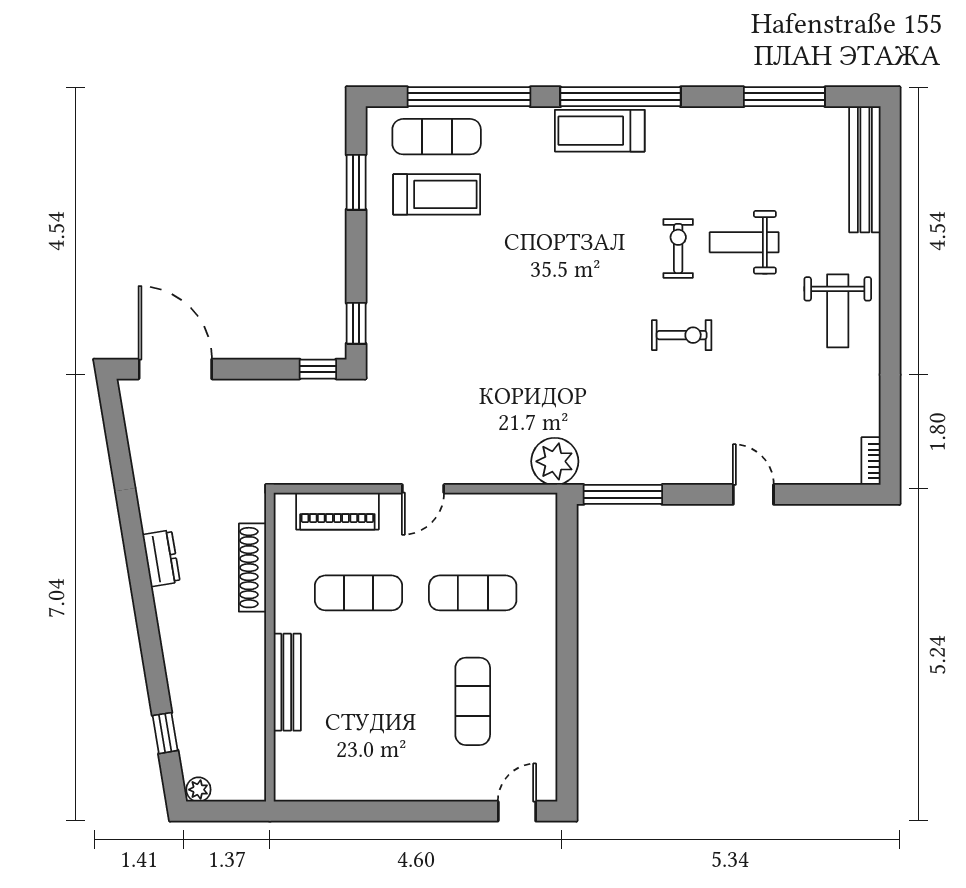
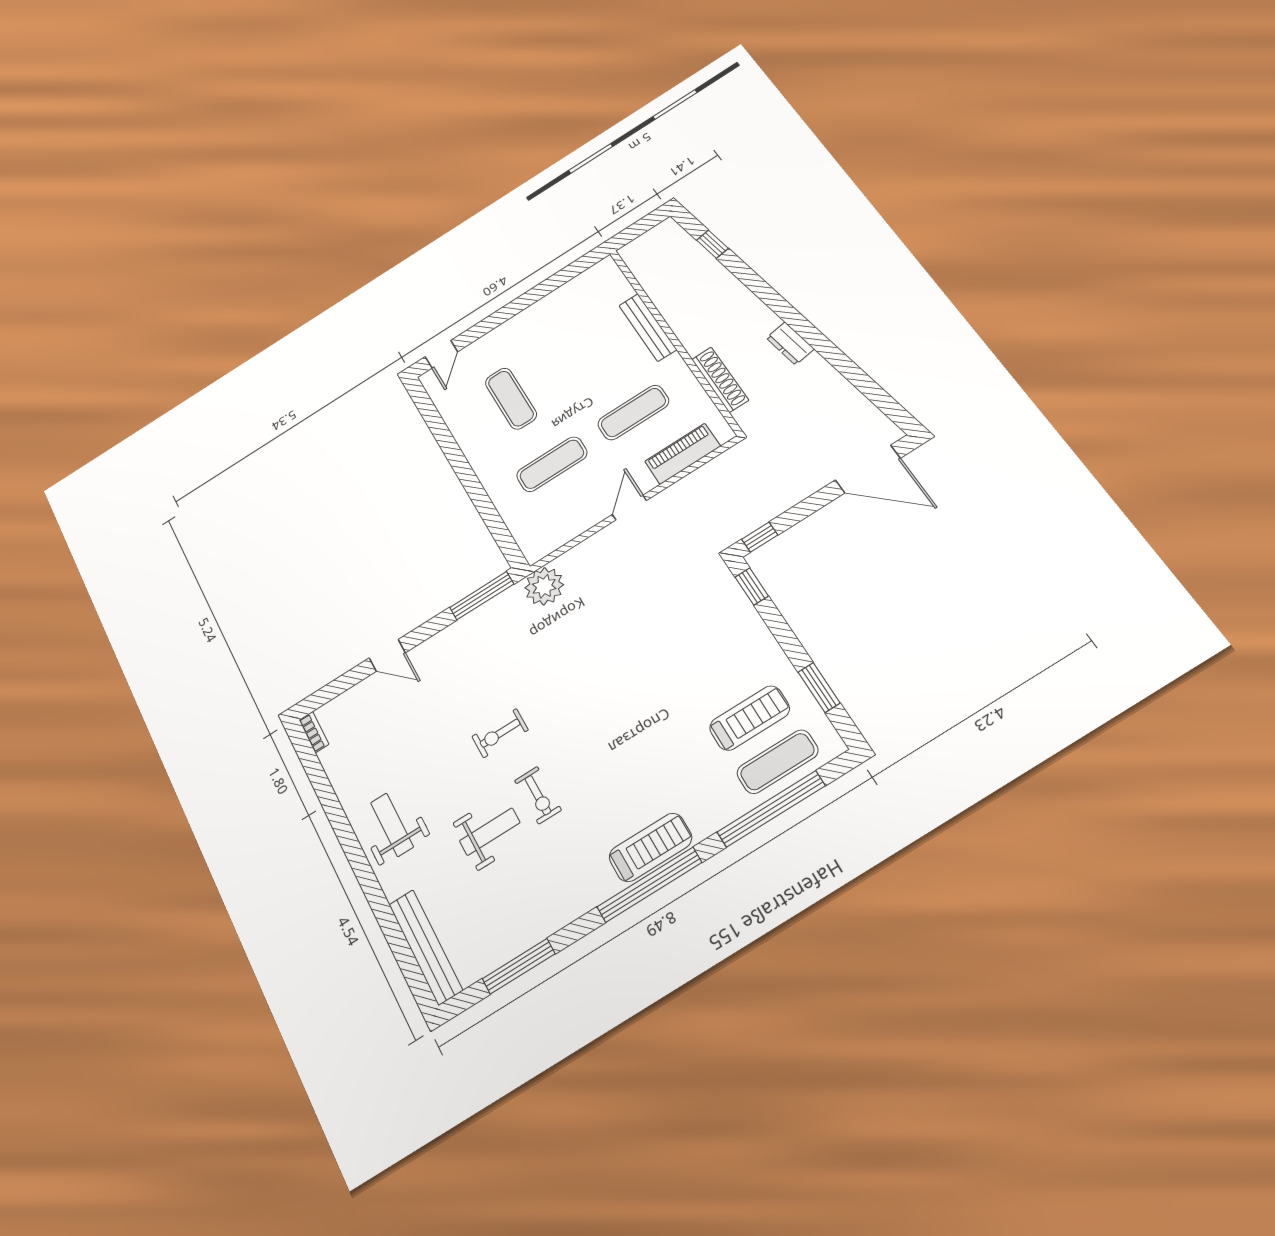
treadmill: (437, 194) -> (750, 718), turned 180
plant: (198, 790) -> (666, 228), removed

